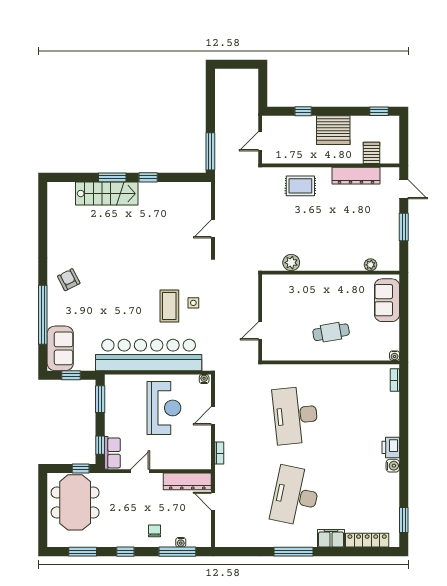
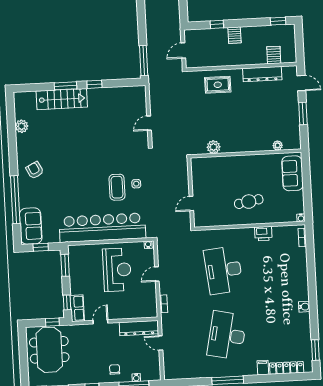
server rack: (333, 130) -> (234, 35), width x0.46, depth x0.70
plant: (55, 224) -> (22, 126), added
printer: (391, 447) -> (263, 234), moved, turned -90
filing cabinet: (331, 538) -> (263, 368), width x0.50

